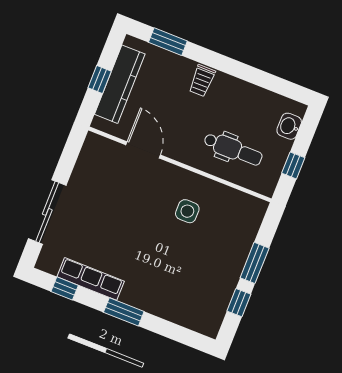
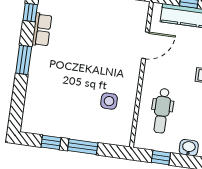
side table: (187, 211) -> (109, 101), moved
row of seats: (91, 279) -> (42, 30), width x0.68

